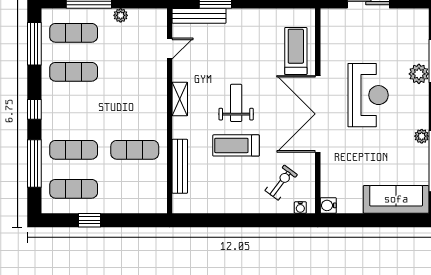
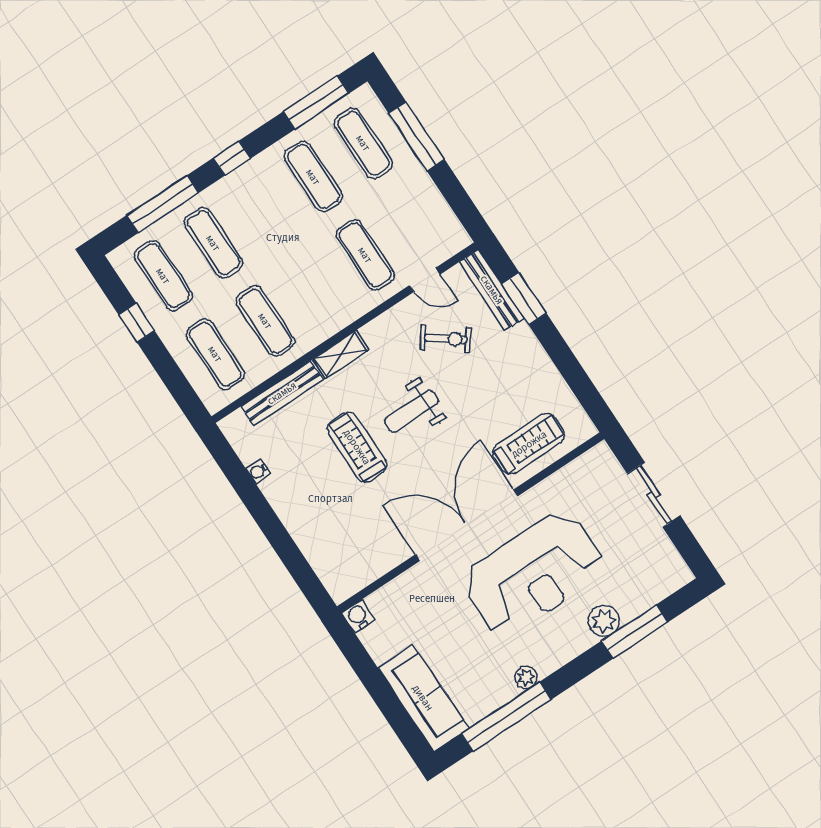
plant: (121, 15) -> (426, 189), removed
exercise mat: (135, 72) -> (365, 255), added
reception desk: (368, 95) -> (533, 574), width x1.36, depth x1.30
shelving: (180, 99) -> (341, 354), moved
weight bench: (236, 103) -> (411, 411), turned 180
exercise bike: (281, 183) -> (446, 339), moved
exercise mat: (135, 189) -> (215, 354), added
water cooler: (300, 208) -> (258, 471), moved

